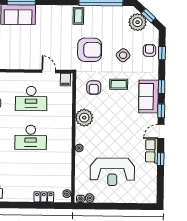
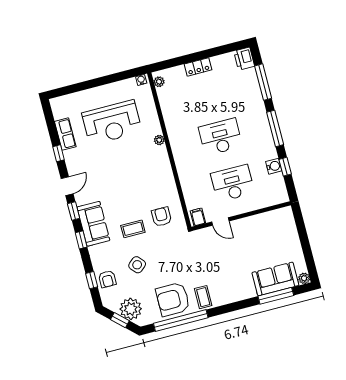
armchair: (90, 50) -> (173, 299), moved
plant: (84, 118) -> (163, 178), removed
row of seats: (152, 151) -> (65, 134), moved
reception desk: (112, 172) -> (112, 122), turned 180
locker: (44, 197) -> (198, 67), moved
plant: (90, 198) -> (130, 84), removed

